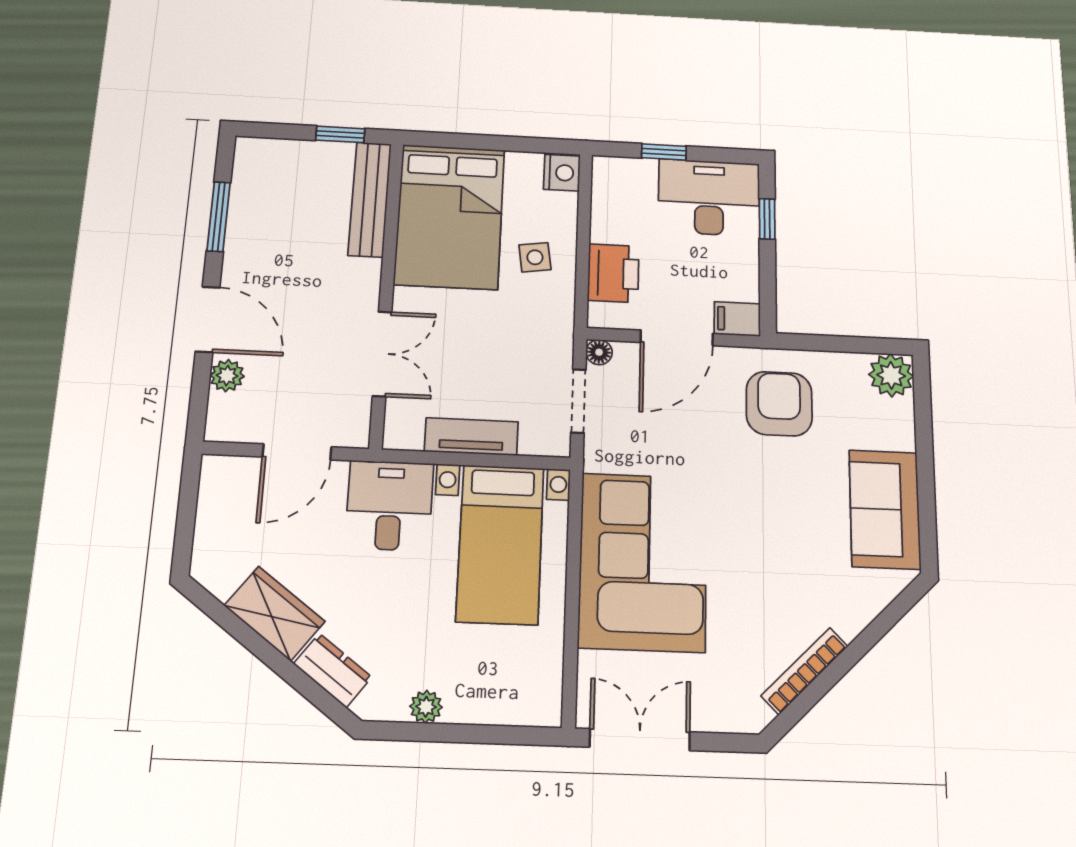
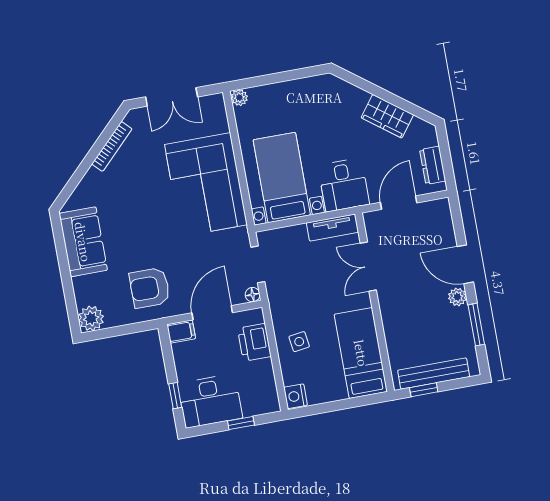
bench: (370, 199) -> (434, 374), moved, turned 90
bed: (450, 216) -> (361, 353), width x0.67
plant: (227, 376) -> (457, 297), moved
armchair: (779, 404) -> (150, 288), turned 90
tv unit: (471, 437) -> (332, 228), moved
dresser: (333, 670) -> (433, 165), moved, turned 53
plant: (426, 707) -> (239, 98), moved
double door: (640, 740) -> (172, 97), moved

